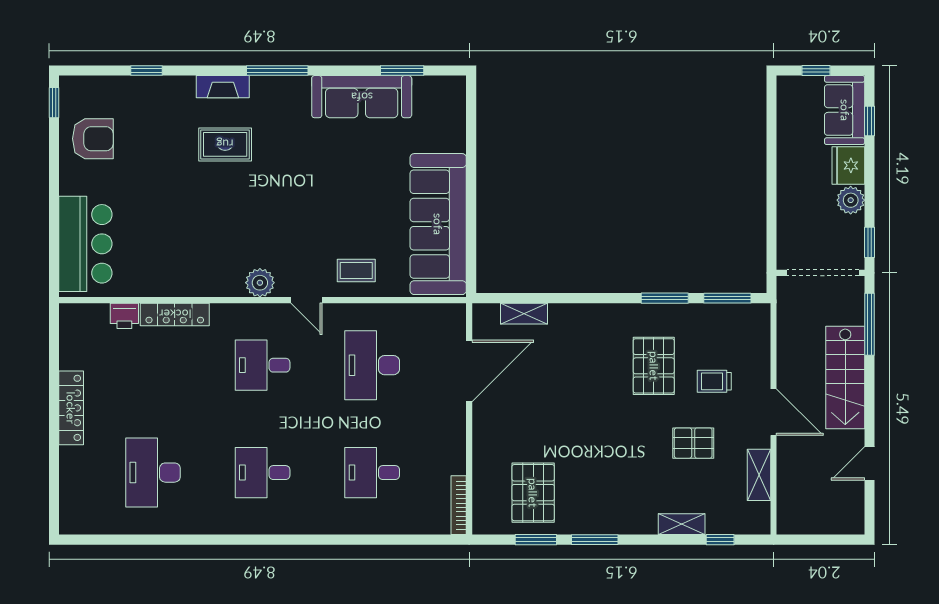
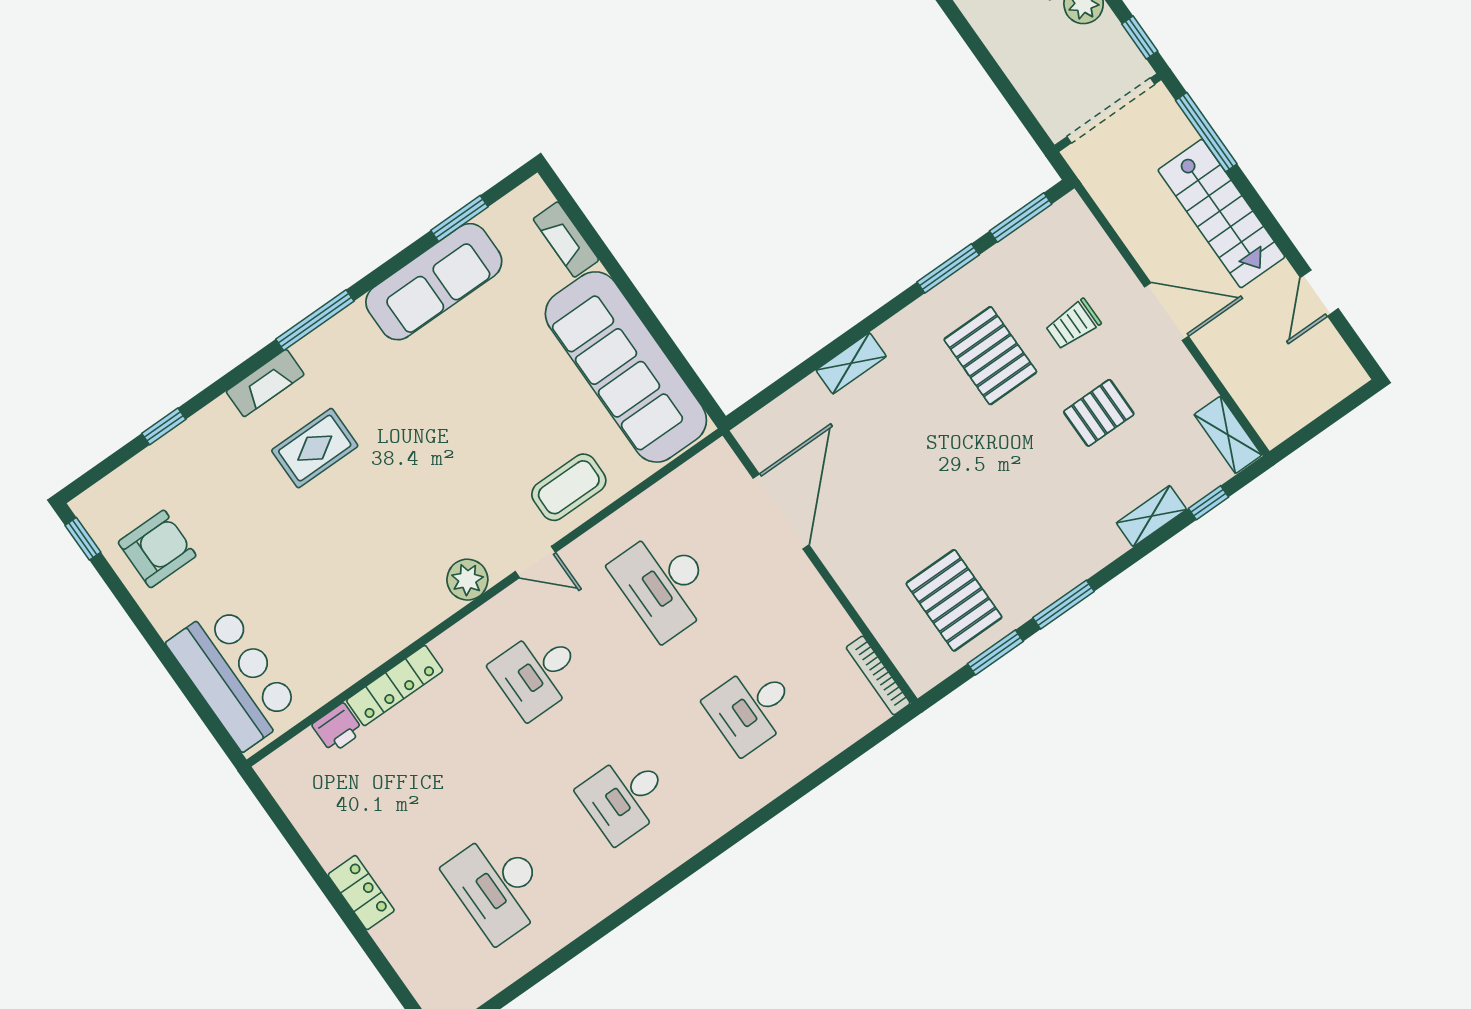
fireplace: (455, 126) -> (566, 240), added
coffee table: (356, 270) -> (569, 487), width x1.36, depth x1.30
shelving: (524, 314) -> (851, 363), moved
locker: (71, 408) -> (361, 893), width x0.66
shelving: (759, 475) -> (1228, 435), moved

